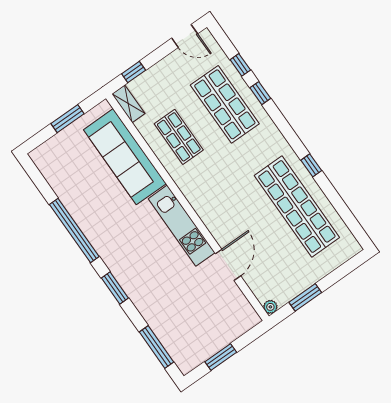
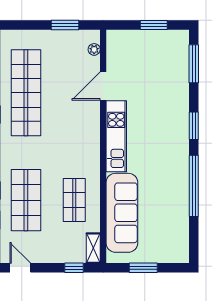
plant: (270, 307) -> (94, 49), moved

